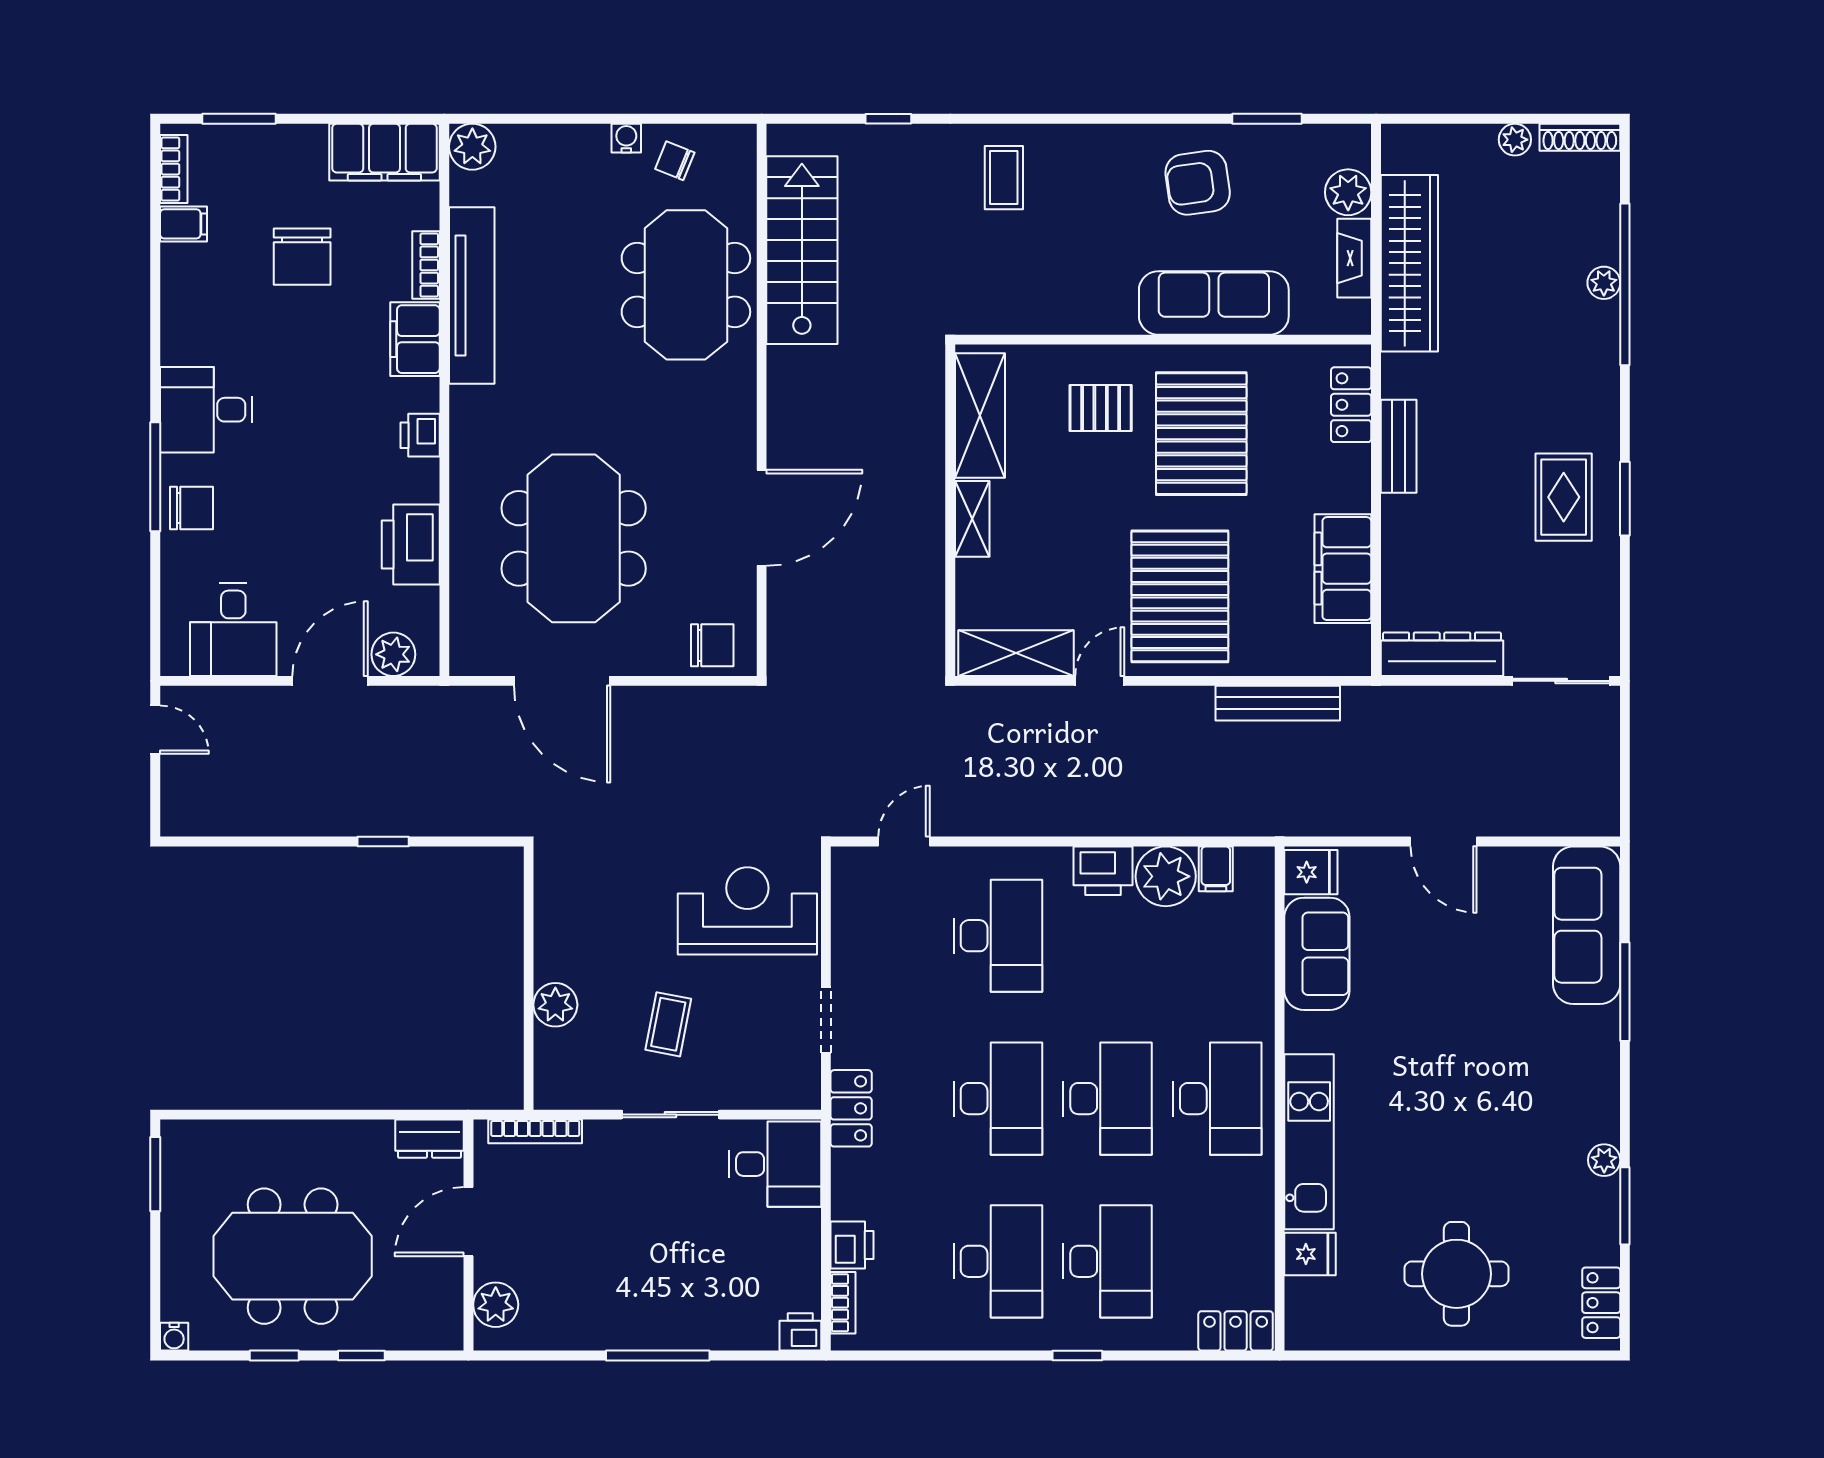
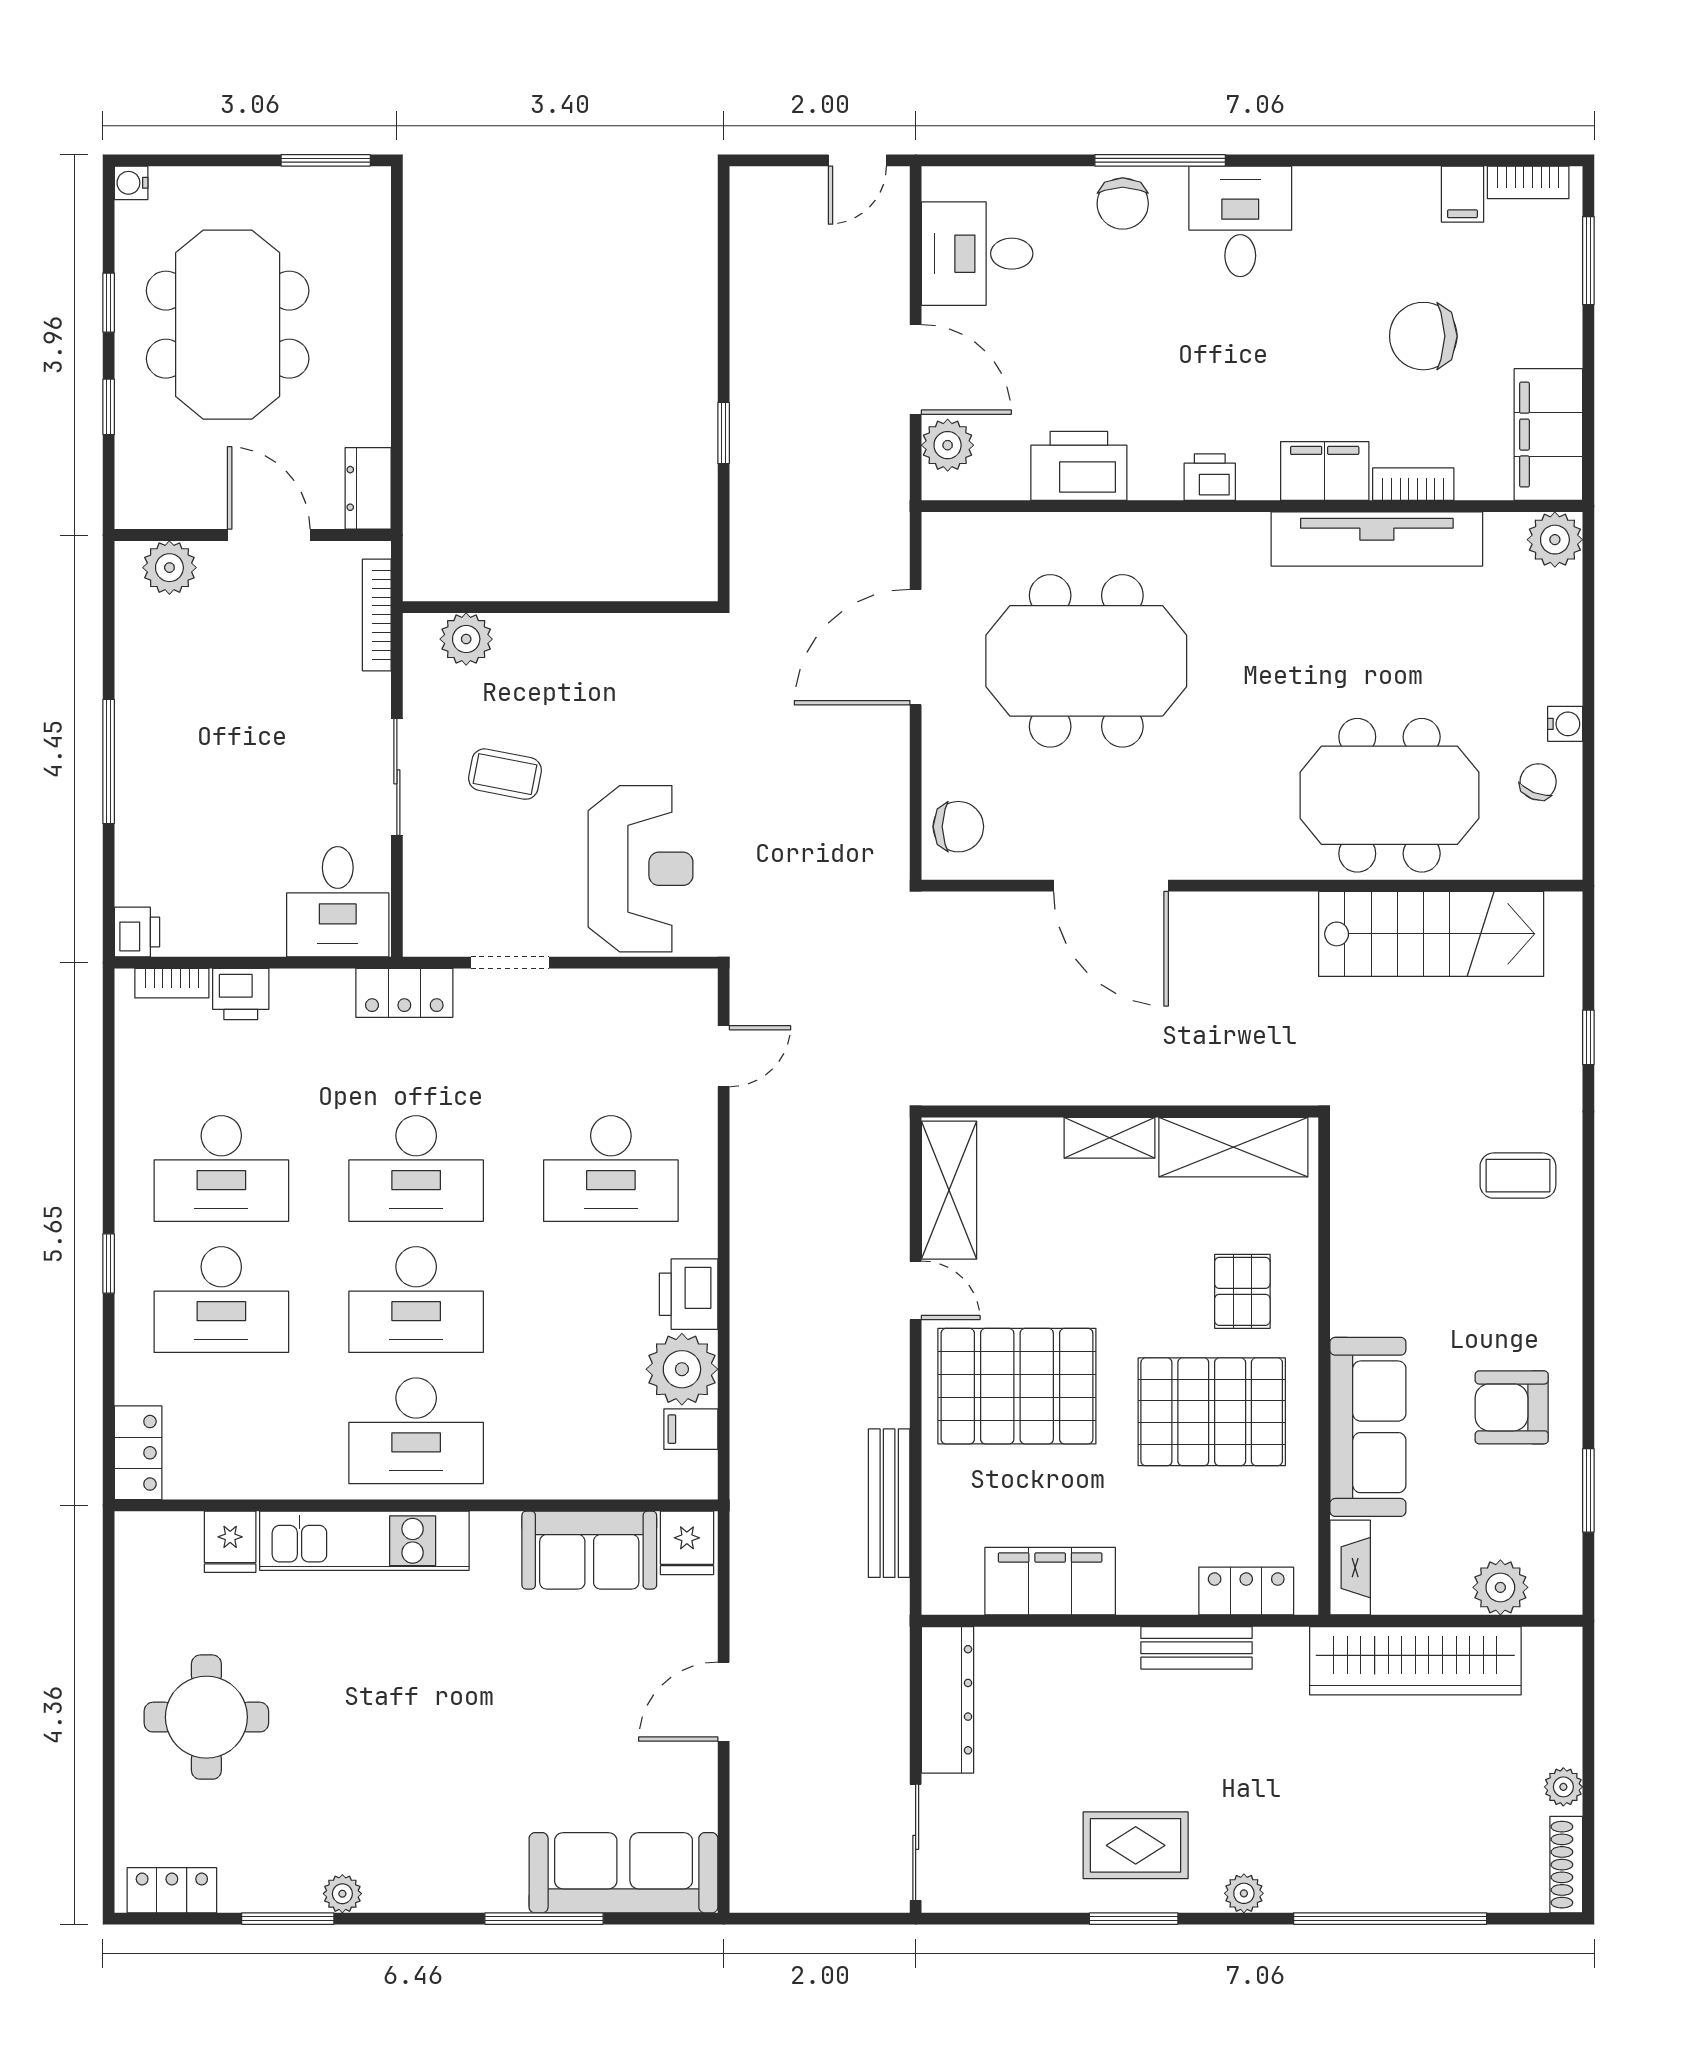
armchair: (1198, 183) -> (1512, 1407), turned -82
fireplace: (1354, 258) -> (1350, 1568), moved, turned 90
plant: (1604, 283) -> (1244, 1893), moved
chair: (712, 645) -> (958, 827), turned -90
door: (904, 842) -> (724, 1056), hinge flipped
plant: (555, 1005) -> (466, 639), moved

